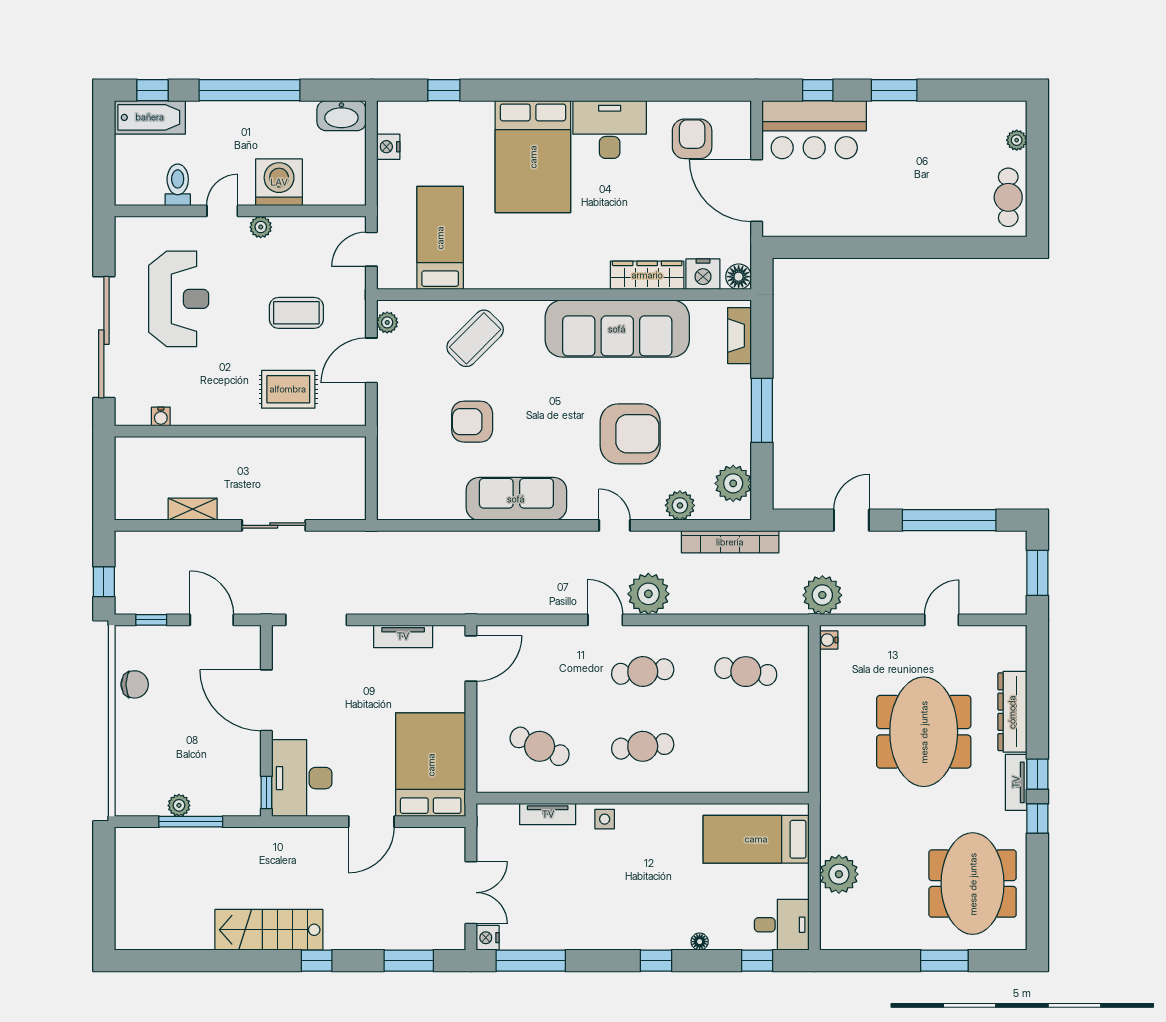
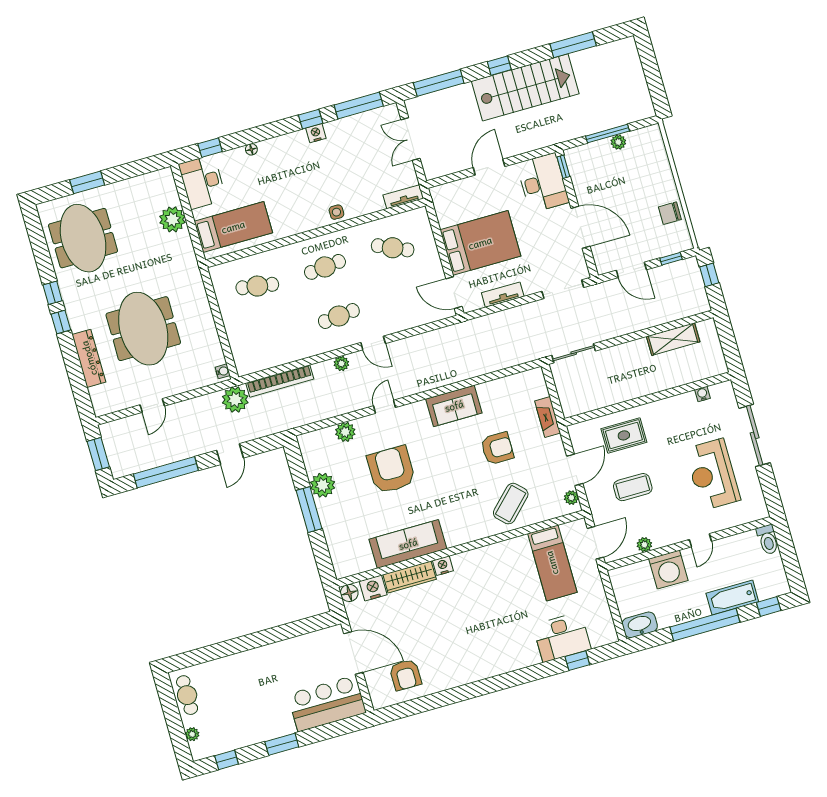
window: (818, 90) -> (227, 760), moved
bathtub: (150, 117) -> (732, 597), moved
desk: (610, 130) -> (562, 637), moved
nightstand: (388, 147) -> (443, 566), moved, turned -90
bed: (533, 157) -> (507, 634), removed
toilet: (178, 185) -> (768, 540), moved
plant: (261, 227) -> (644, 545), moved
door: (371, 249) -> (595, 543), width x1.38
sofa: (617, 329) -> (408, 544), width x0.74, depth x0.79
fireplace: (740, 336) -> (548, 417), moved, turned 180
sliding door: (104, 337) -> (755, 435), width x0.73
armchair: (630, 434) -> (391, 470), turned 90
plant: (733, 483) -> (323, 485), moved
sofa: (516, 499) -> (454, 406), width x0.73
shelving: (193, 509) -> (673, 339), width x1.50, depth x1.33
sliding door: (274, 525) -> (574, 353), moved
door: (615, 525) -> (384, 407), swing flipped
bookcase: (730, 542) -> (280, 381), moved, turned 180
plant: (648, 594) -> (341, 364), width x0.53, depth x0.53
door: (471, 659) -> (454, 293), hinge flipped
cafe table: (746, 672) -> (257, 286), moved
bed: (431, 765) -> (480, 243), moved, turned -90
tv unit: (1016, 782) -> (73, 313), removed
tv unit: (548, 814) -> (403, 197), moved
desk: (782, 925) -> (202, 182), width x1.37
stairs: (269, 930) -> (525, 87), width x1.36, depth x1.51
nightstand: (488, 938) -> (316, 133), moved, turned -90
window: (204, 961) -> (573, 45), added
window: (409, 961) -> (439, 83), width x1.44
window: (656, 961) -> (311, 119), moved

